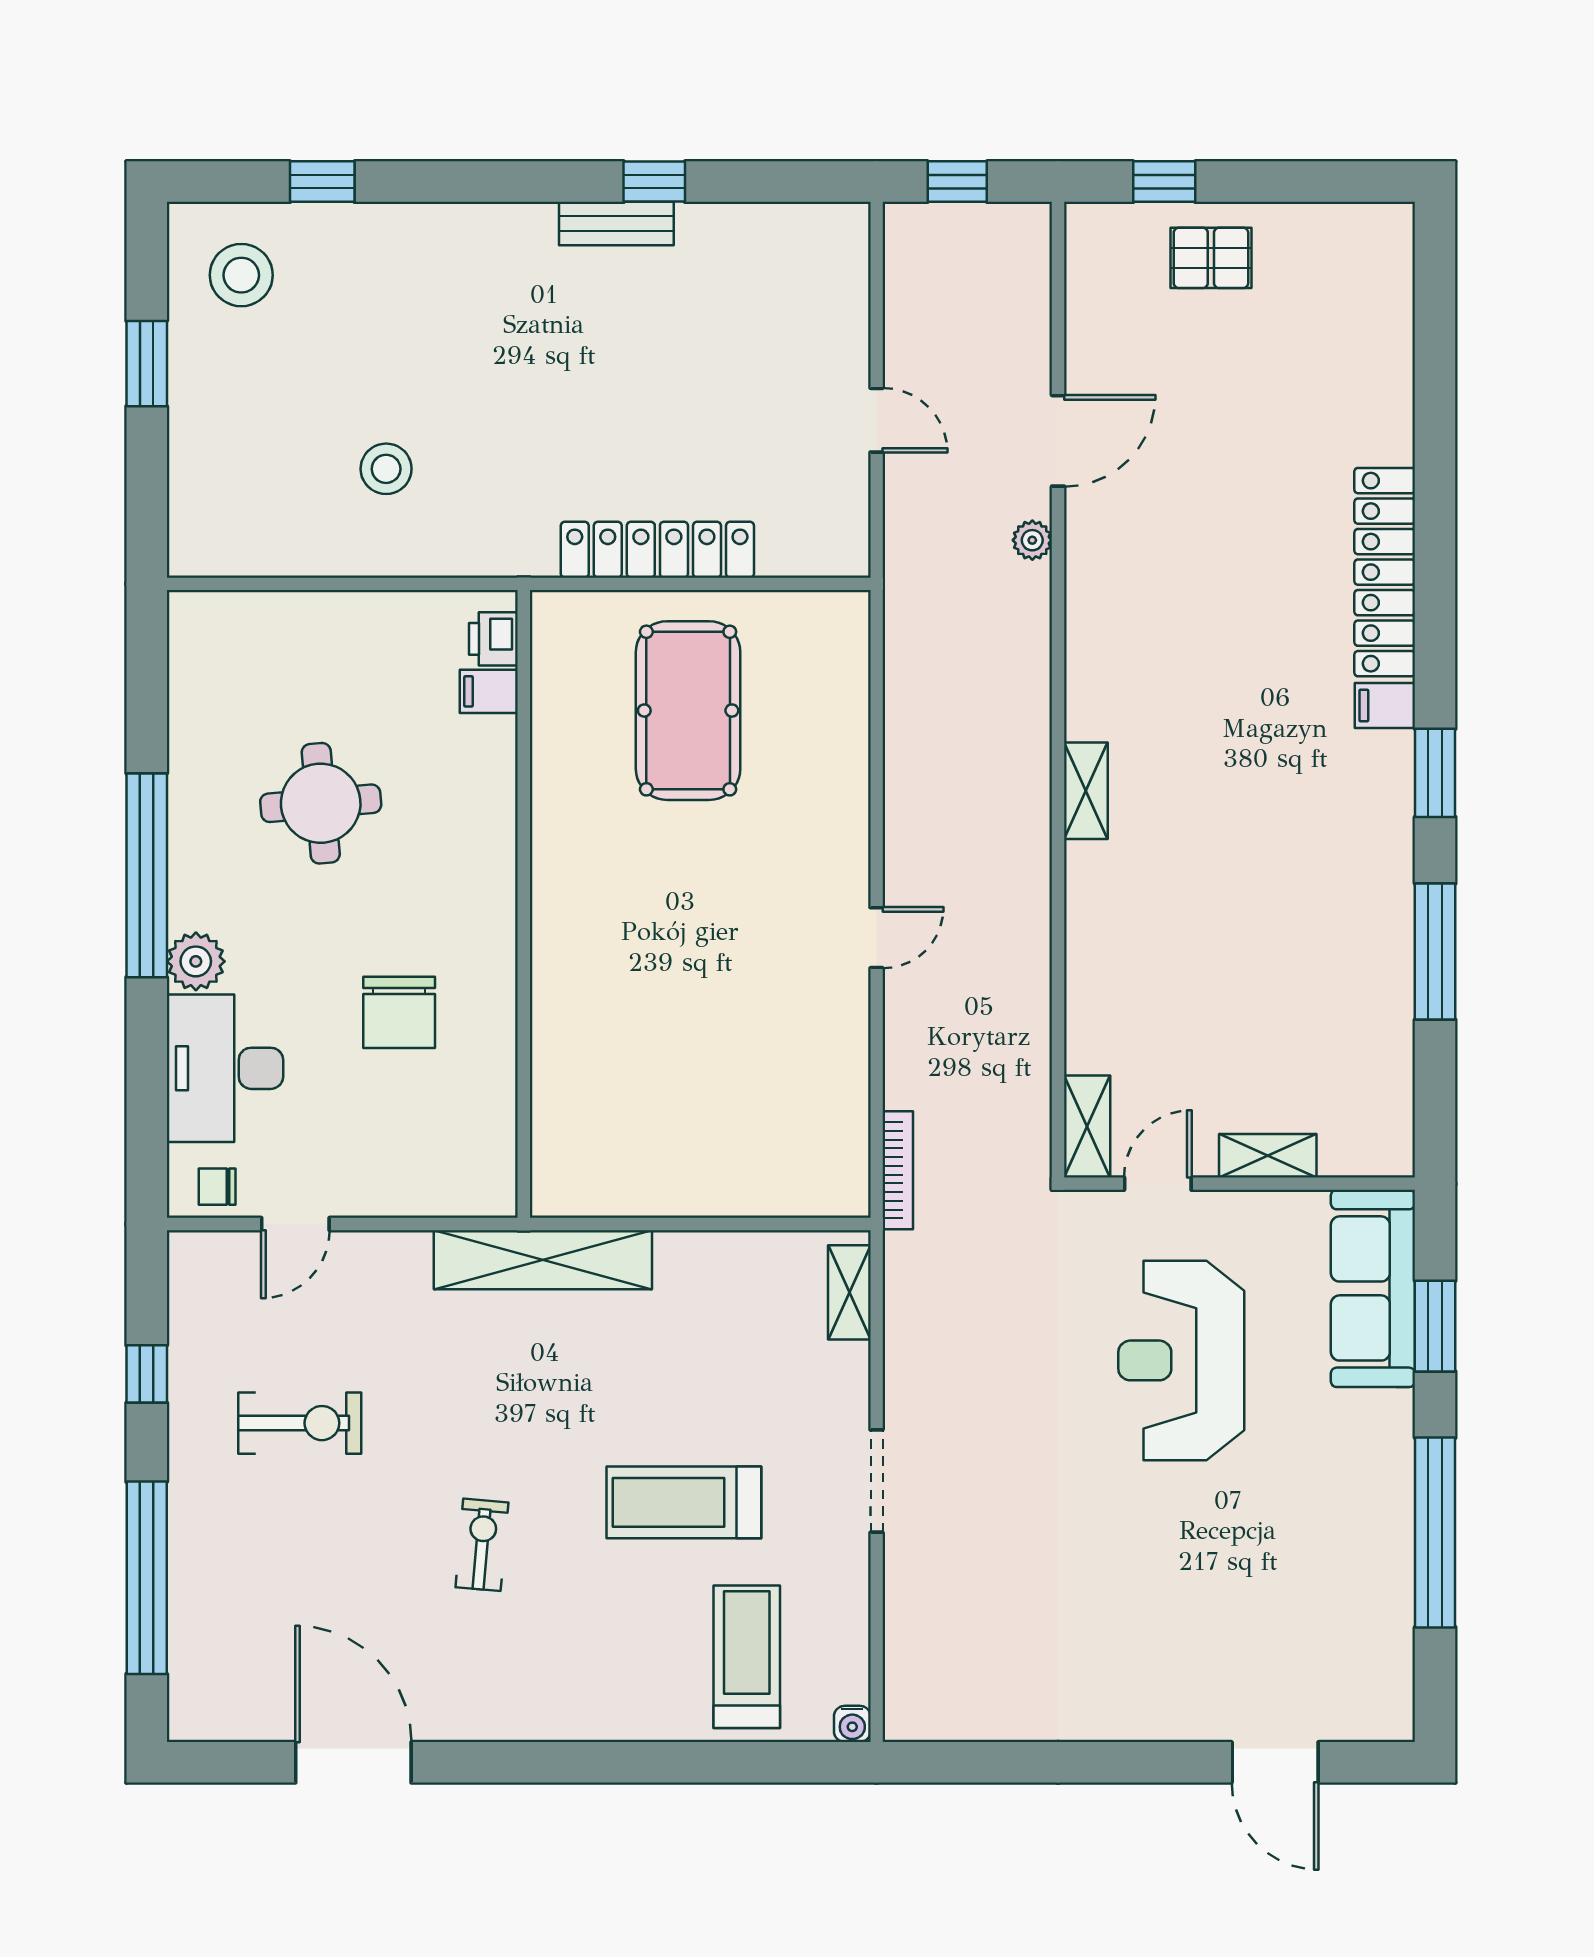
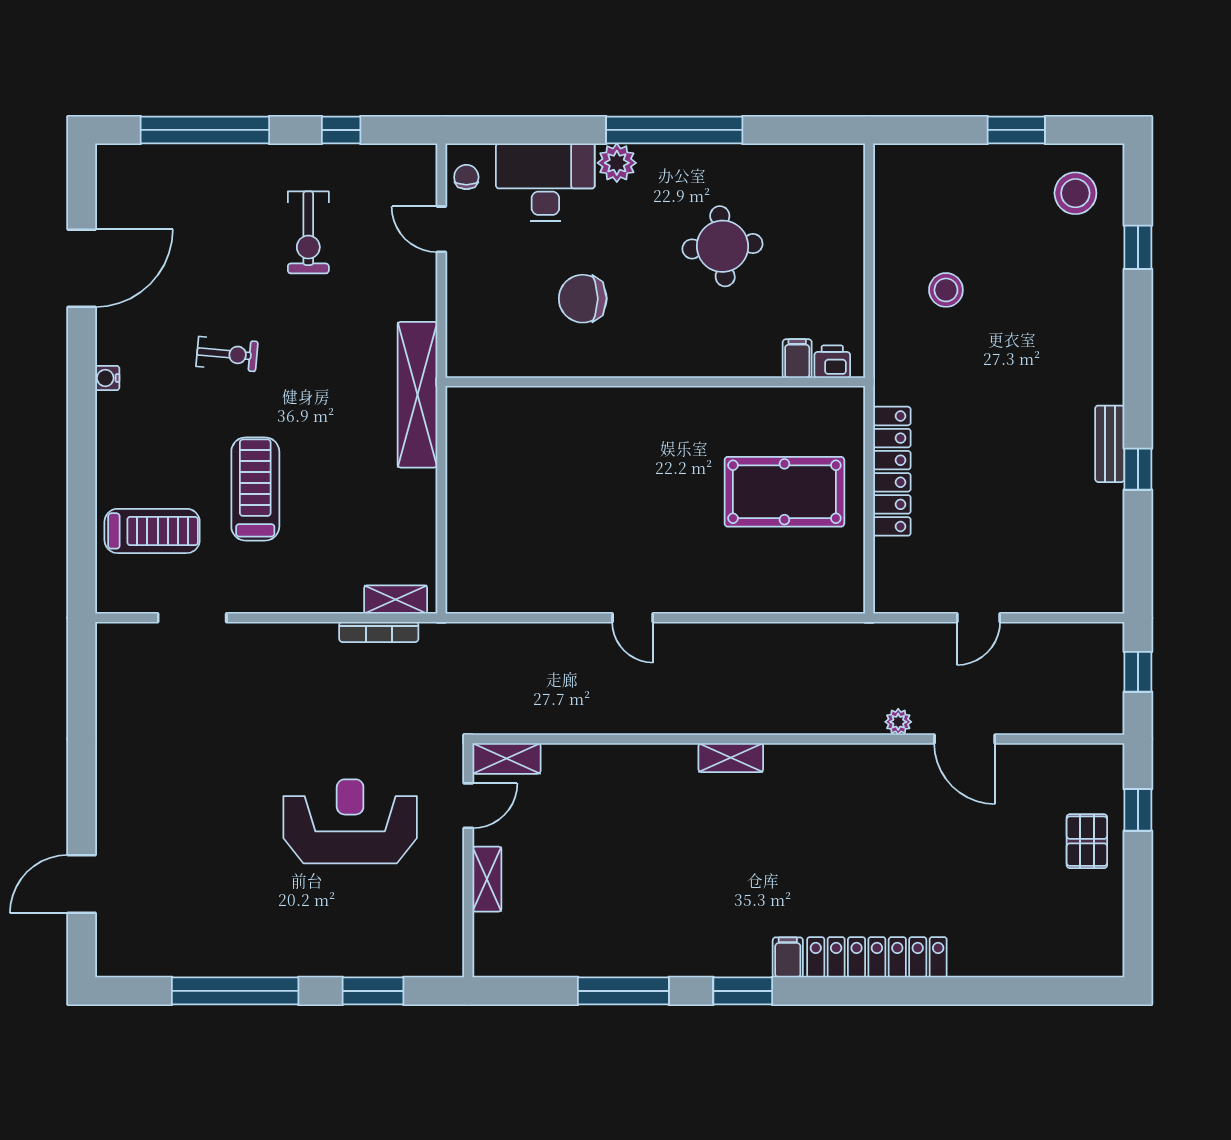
bookcase: (898, 1170) -> (379, 632), moved
door: (1158, 1184) -> (468, 806), hinge flipped
sofa: (1373, 1288) -> (398, 949), removed
doorway: (877, 1481) -> (192, 618), moved
water cooler: (852, 1724) -> (107, 378), moved

